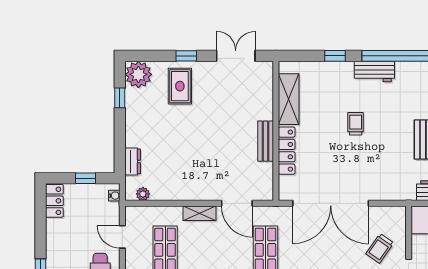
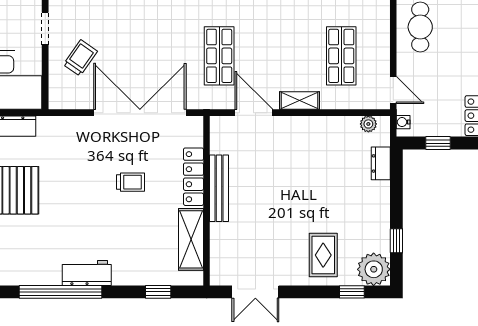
window: (186, 56) -> (352, 292), moved
window: (335, 56) -> (158, 292), moved
trolley: (356, 124) -> (131, 182), moved, turned -90
bench: (266, 141) -> (219, 188), width x1.36
door: (122, 237) -> (393, 90), moved

